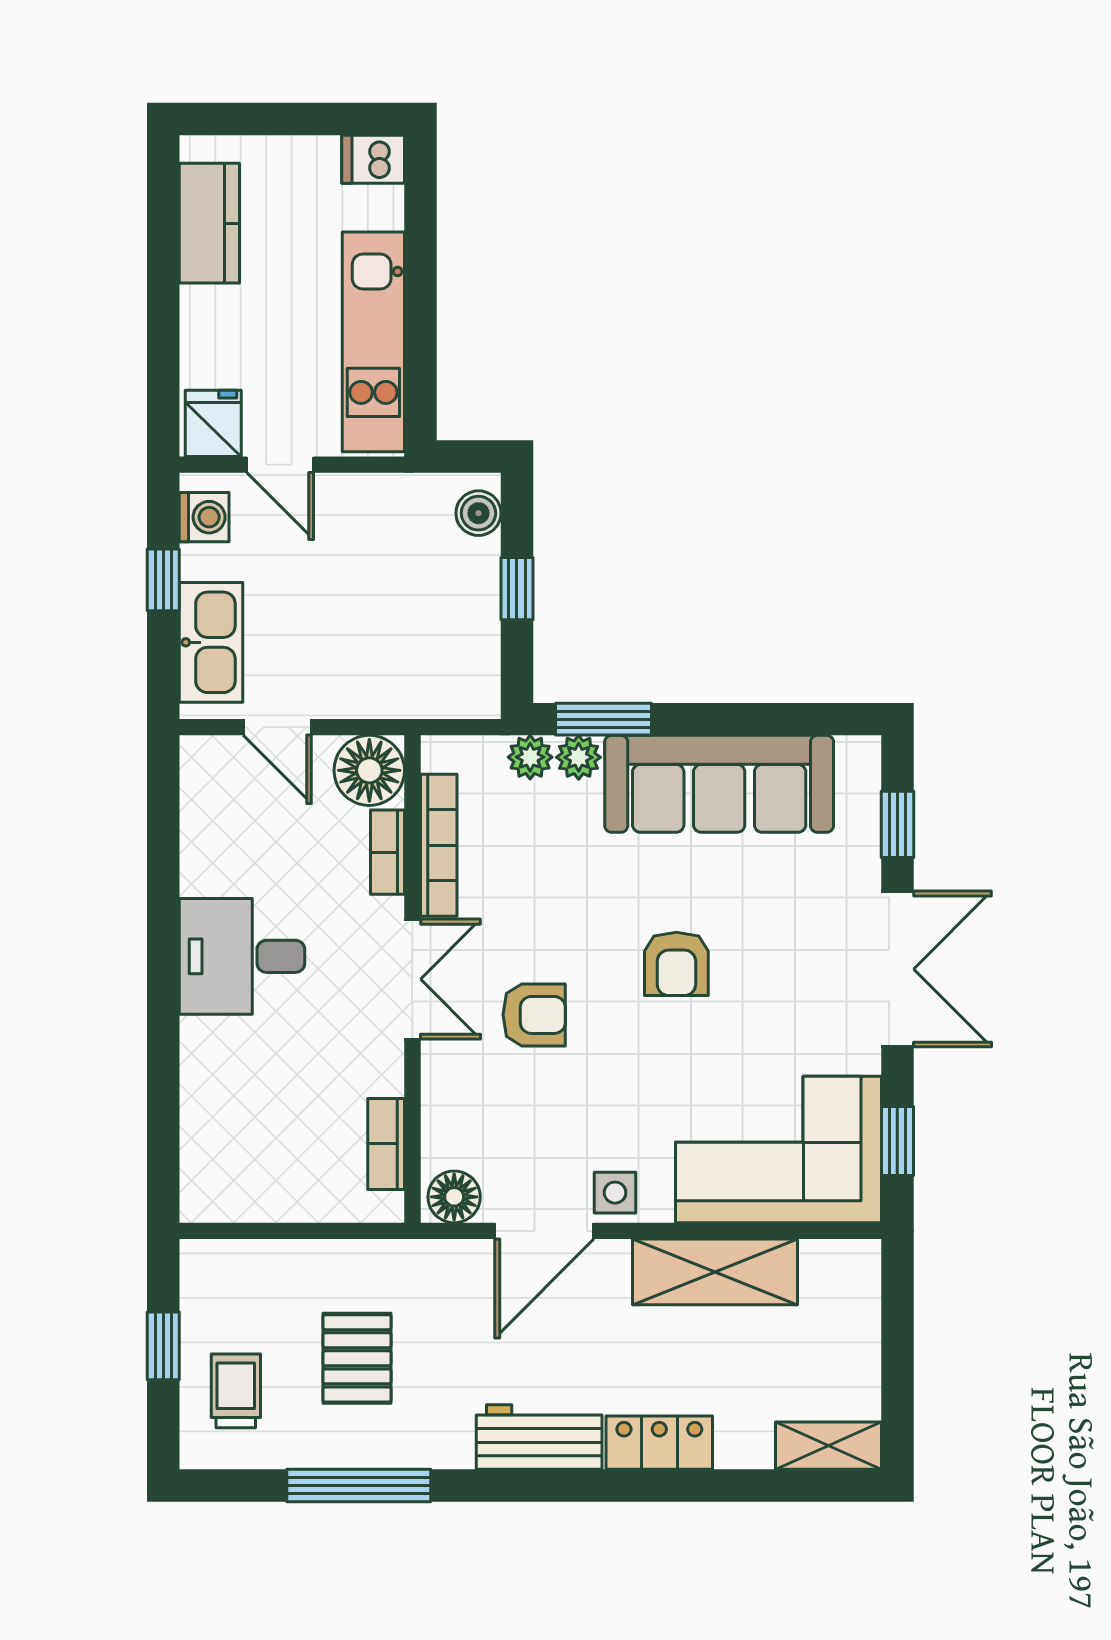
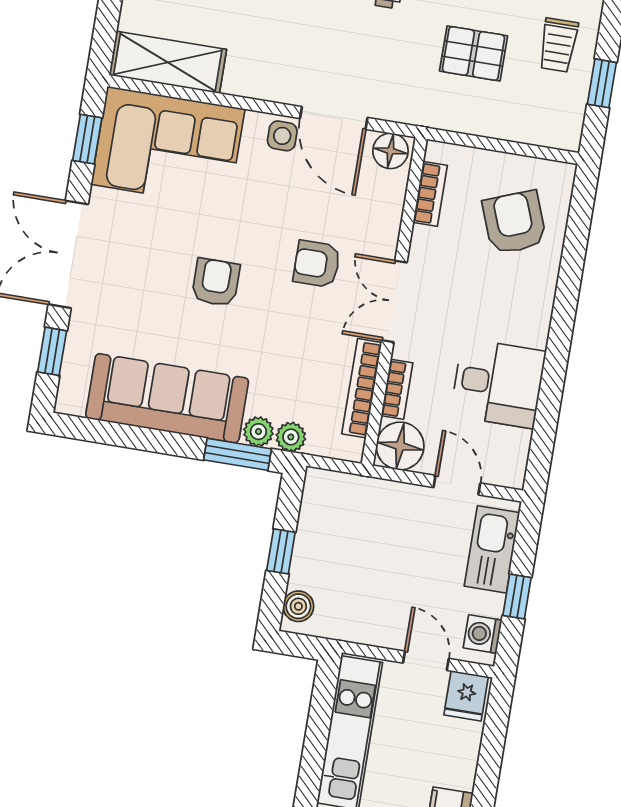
desk: (242, 956) -> (498, 383), moved
armchair: (257, 1123) -> (514, 222), added
door: (544, 1231) -> (334, 118), swing flipped
shelving: (715, 1272) -> (168, 62), moved
pallet: (357, 1358) -> (474, 53), turned 90

